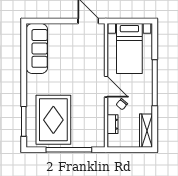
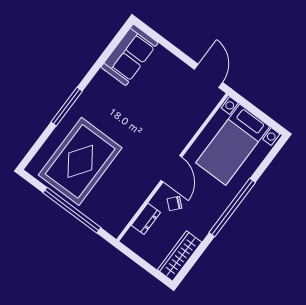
sofa: (37, 48) -> (130, 55), width x0.73
window: (24, 121) -> (67, 107), moved

